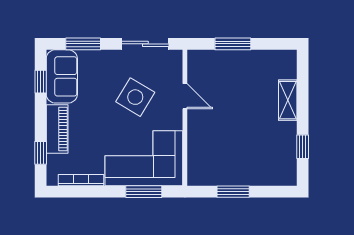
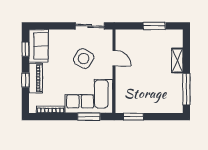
window: (83, 44) -> (52, 26), removed
window: (233, 44) -> (154, 26), moved
window: (303, 147) -> (186, 89), width x2.17
window: (41, 153) -> (25, 80), moved
window: (233, 192) -> (133, 117), moved

